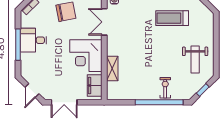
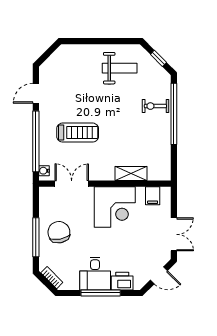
treadmill: (172, 18) -> (78, 133), moved, turned -90
double door: (104, 22) -> (72, 184), swing flipped
printer: (27, 62) -> (122, 281), added
filing cabinet: (95, 86) -> (153, 196), width x0.50

